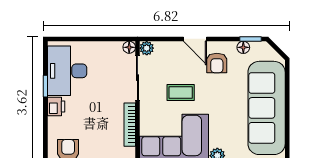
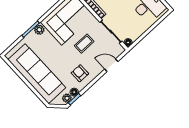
door: (195, 39) -> (111, 65), moved
plant: (147, 48) -> (67, 98), moved

